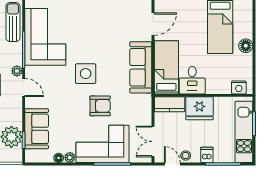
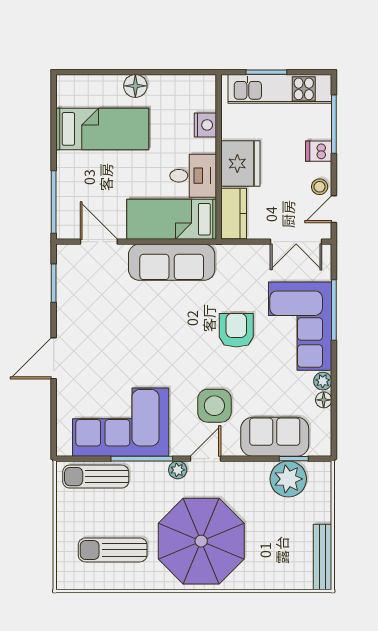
side table: (86, 74) -> (214, 406), moved
nightstand: (239, 87) -> (205, 125), moved

